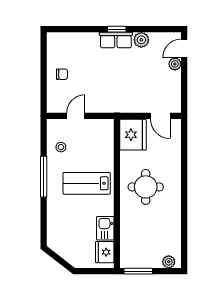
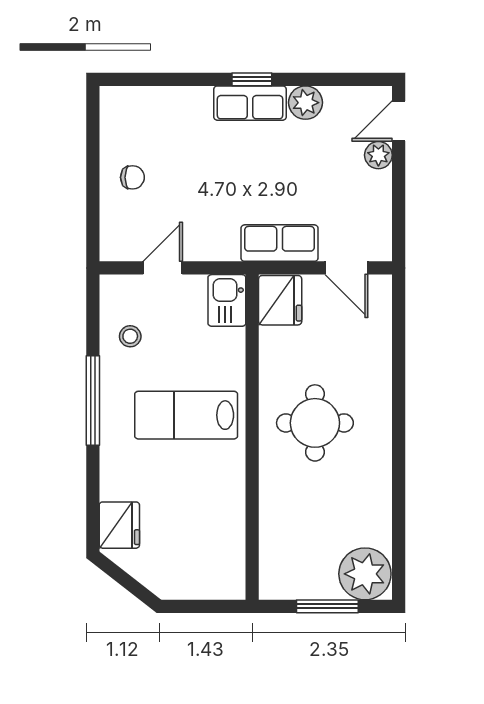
row of seats: (129, 104) -> (280, 243), added
fridge: (133, 135) -> (280, 300), width x0.73, depth x0.75
kitchen sink: (105, 228) -> (227, 300), moved
fridge: (105, 252) -> (119, 525), moved, turned 180
plant: (169, 262) -> (365, 574), width x1.88, depth x1.88
window: (138, 271) -> (327, 606), moved

